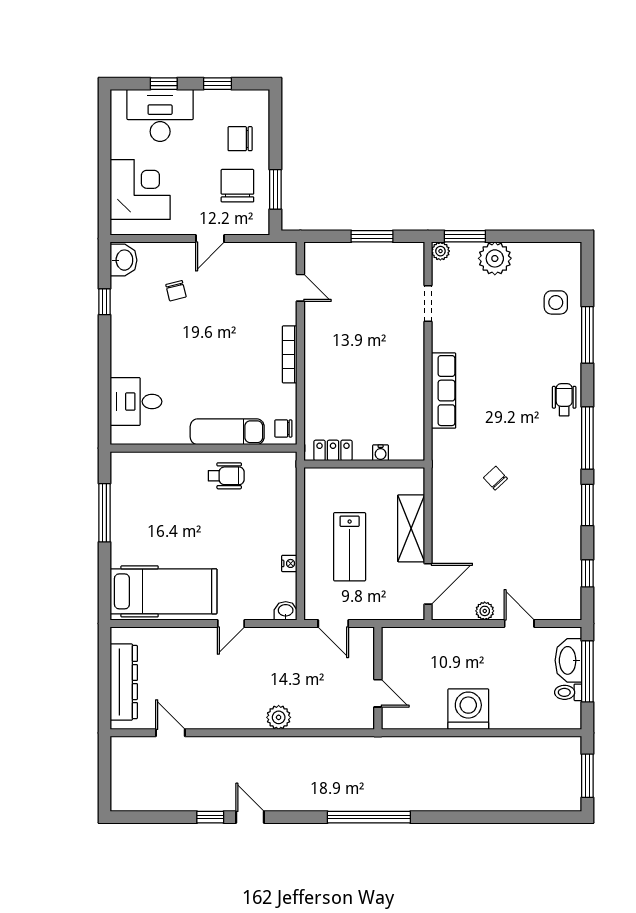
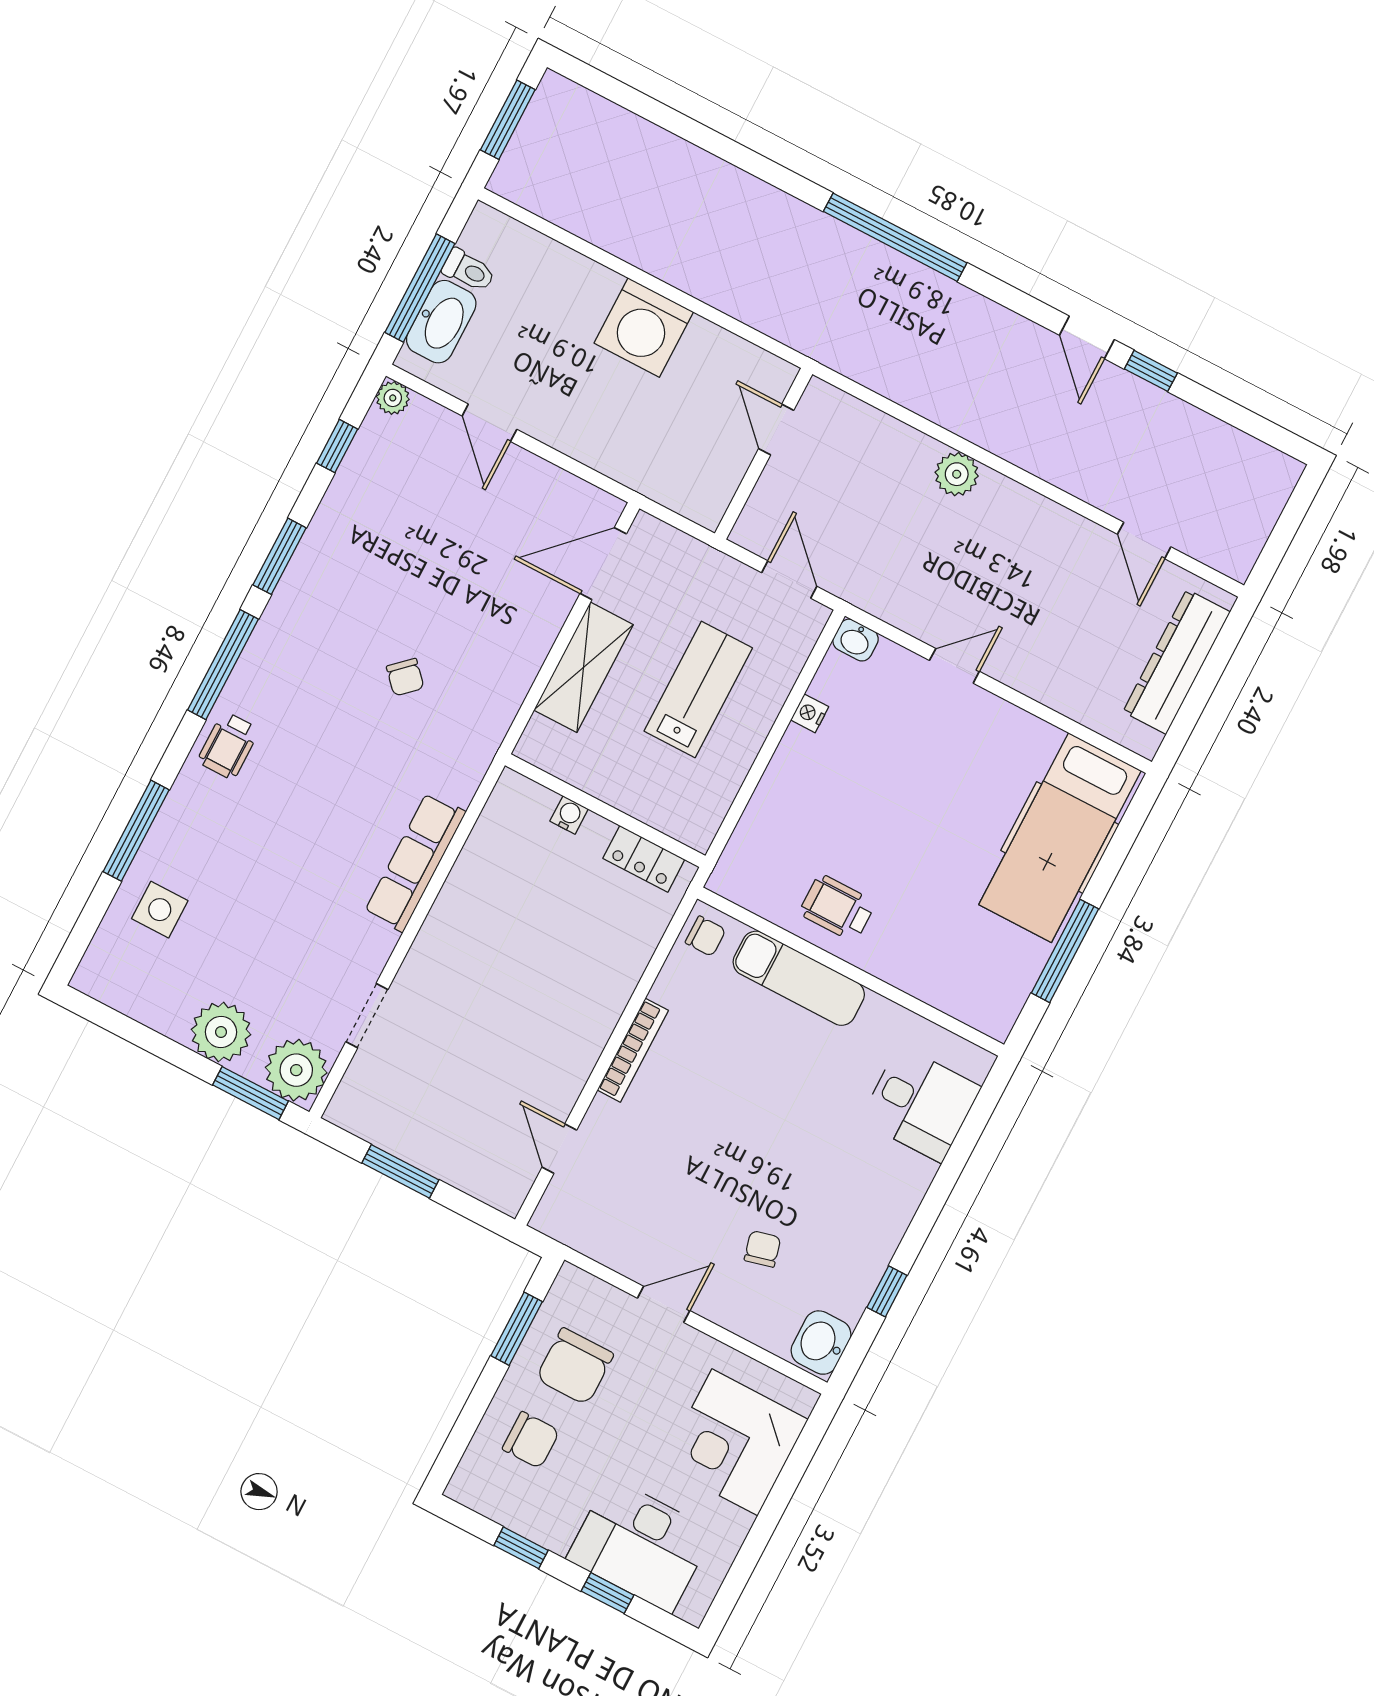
plant: (440, 251) -> (296, 1070), width x1.88, depth x1.88
hospital bed: (164, 591) -> (1060, 838), moved, turned -90
plant: (485, 611) -> (393, 398), moved

